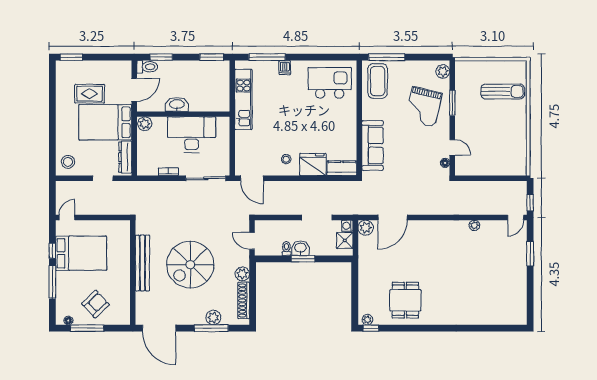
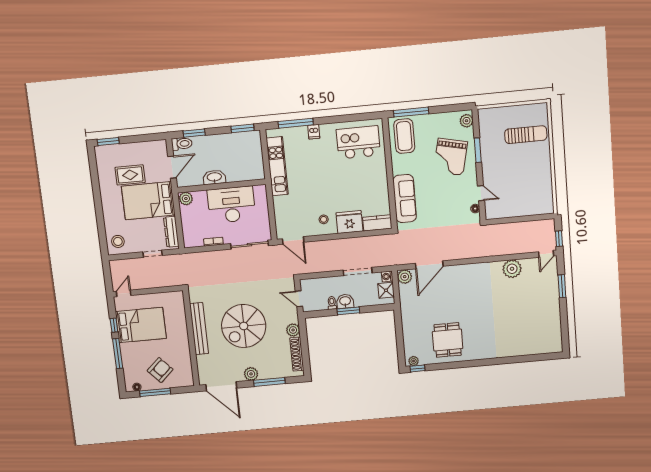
plant: (474, 225) -> (512, 269), width x1.88, depth x1.88
plant: (213, 318) -> (251, 374), moved

